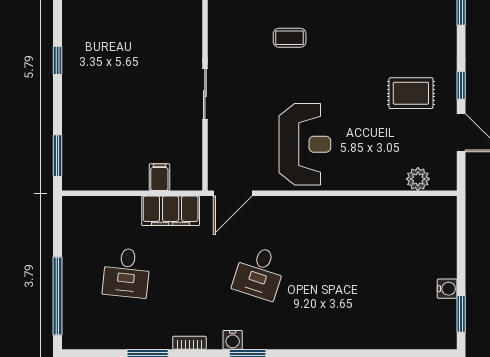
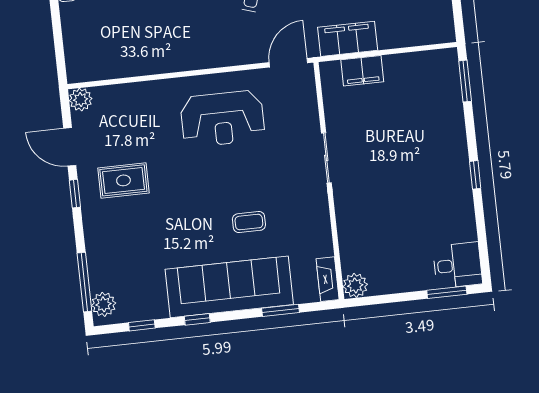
reception desk: (305, 144) -> (222, 119), turned -90
filing cabinet: (159, 177) -> (362, 71), width x2.00
plant: (418, 179) -> (81, 100), moved

